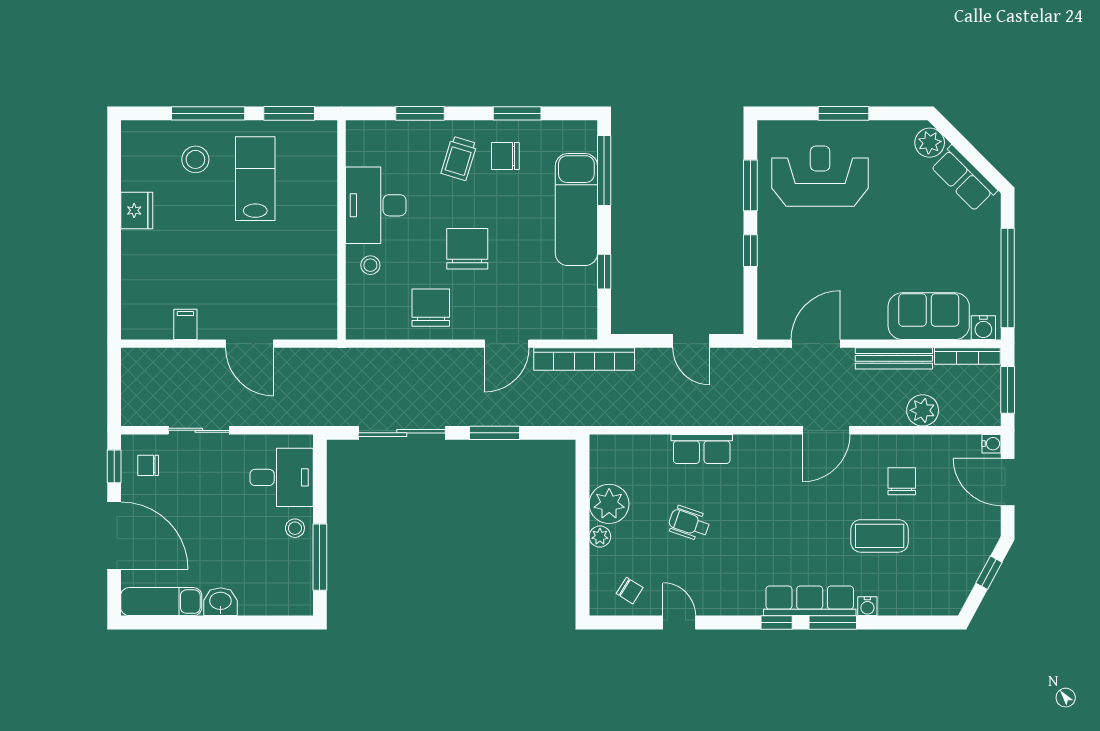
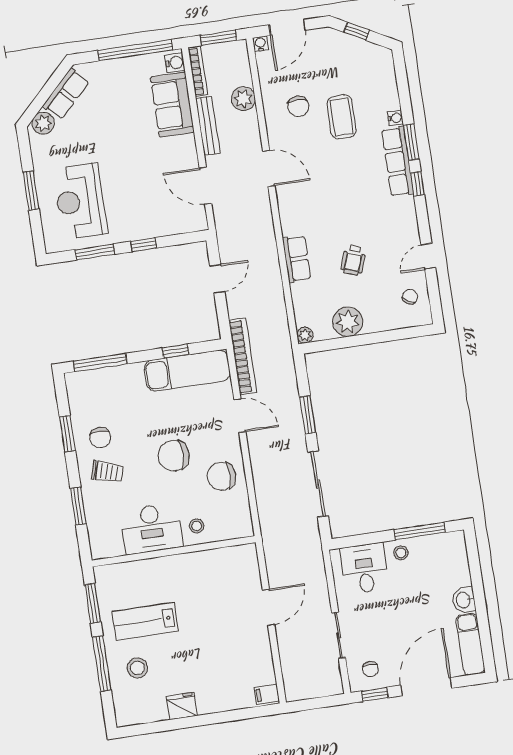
exam couch: (576, 210) -> (187, 371), moved
filing cabinet: (185, 324) -> (267, 694), moved
chair: (902, 481) -> (298, 106), turned -90
plant: (600, 537) -> (305, 335), moved

